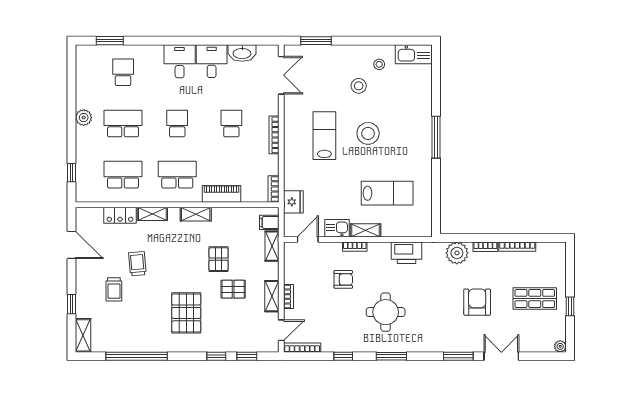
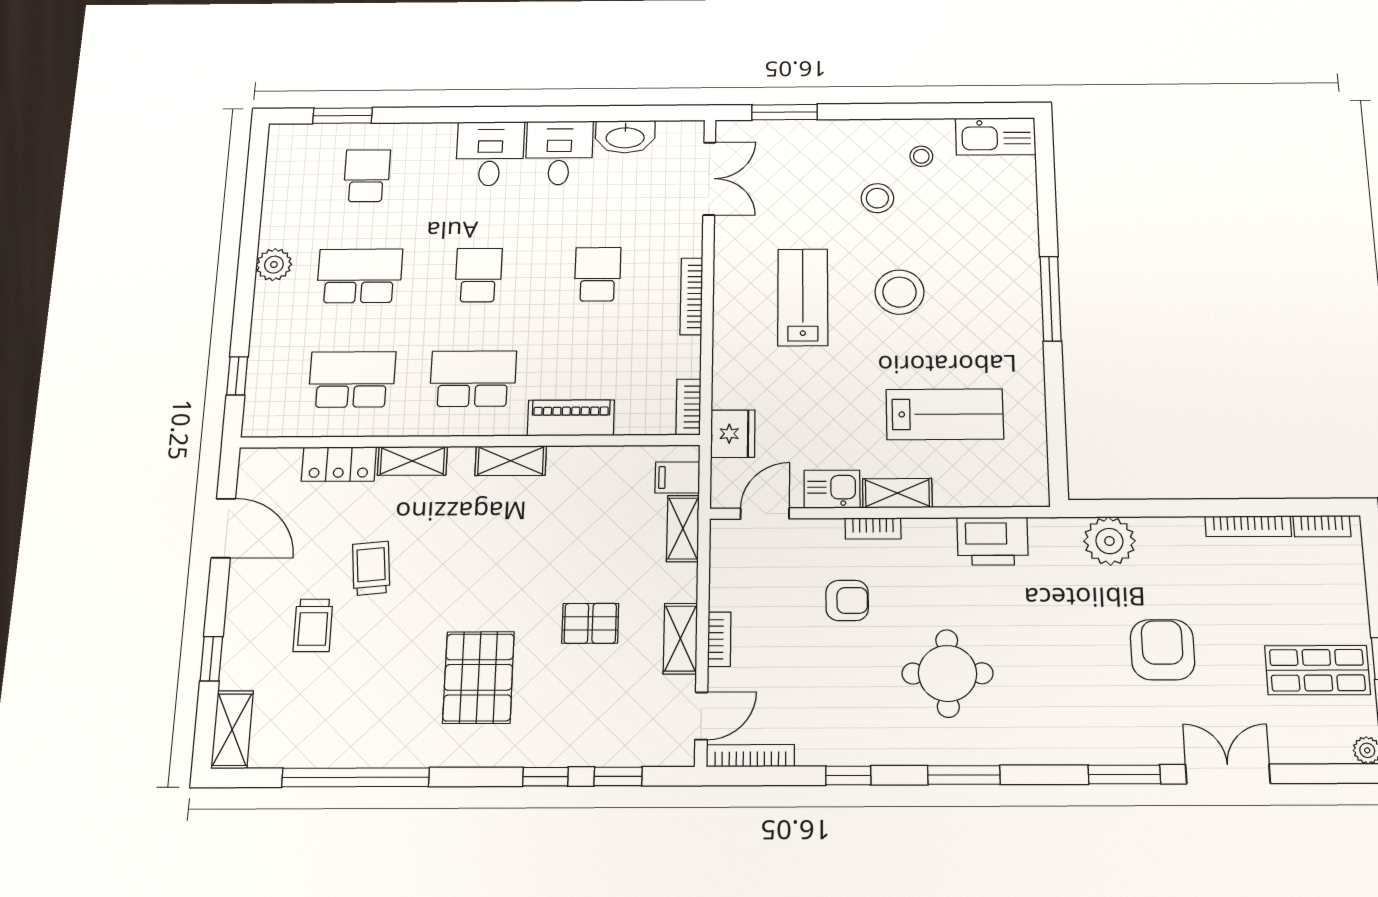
bookcase: (485, 247) -> (1322, 526), moved
pallet: (219, 259) -> (559, 557), removed
shop shelf: (535, 299) -> (1317, 670), moved

